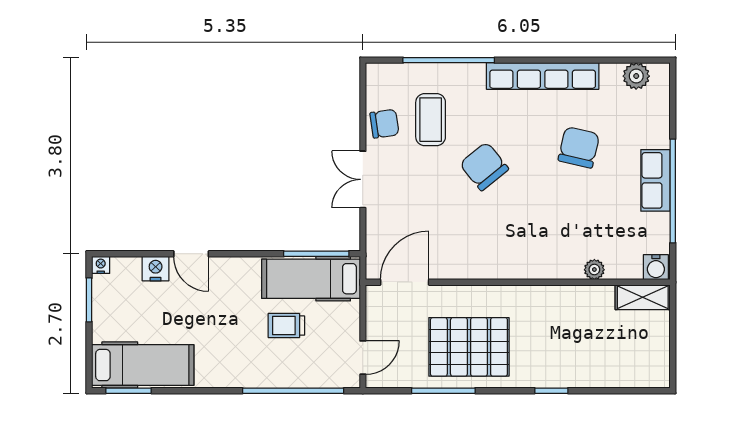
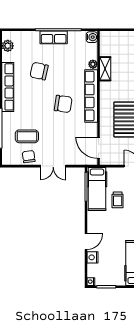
chair: (484, 166) -> (63, 104), moved, turned -133
row of seats: (522, 265) -> (91, 96), added
shelving: (643, 297) -> (105, 69), moved

